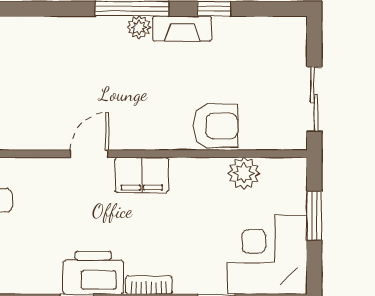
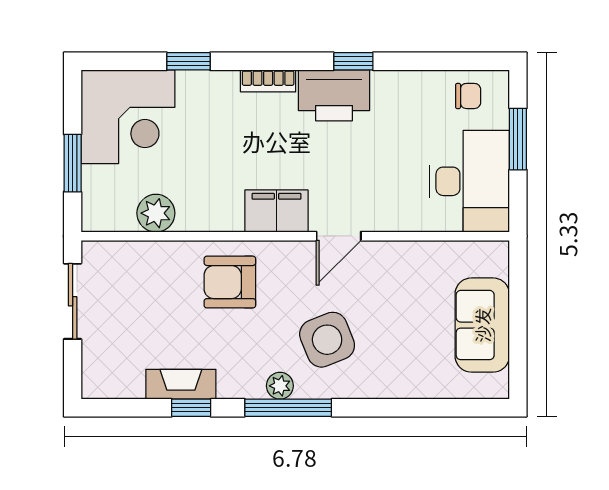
fireplace: (182, 29) -> (181, 384), moved
side table: (99, 66) -> (327, 340), added
armchair: (216, 126) -> (230, 282), moved

